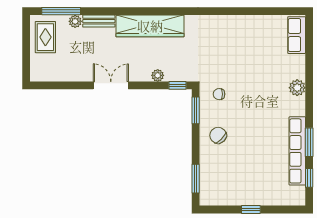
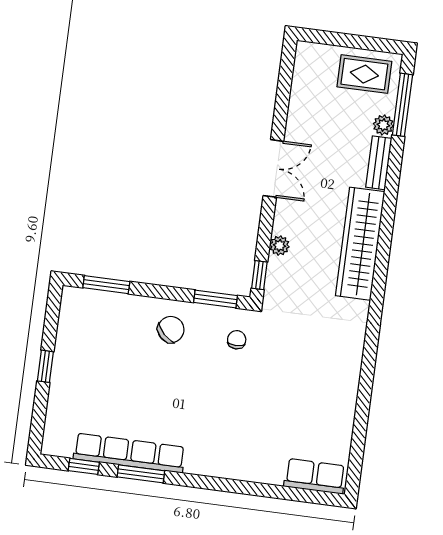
plant: (297, 88) -> (230, 466), removed

